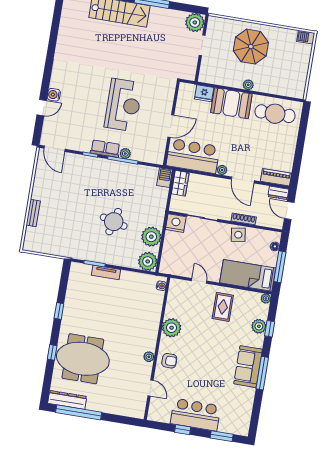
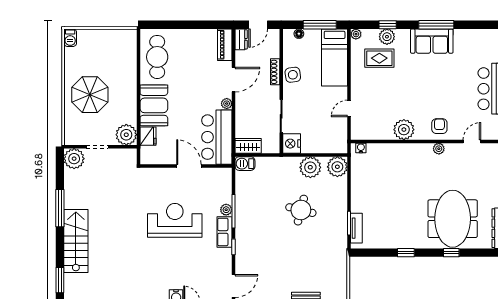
plant: (248, 85) -> (126, 135), moved, width x1.88, depth x1.88
tv unit: (106, 272) -> (356, 228), moved
rug: (223, 307) -> (379, 58), moved

